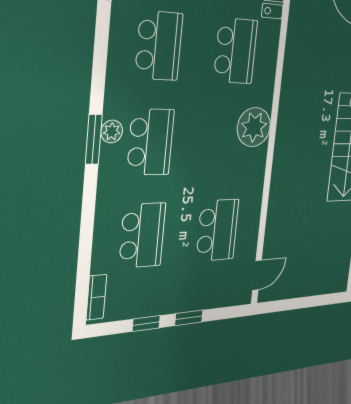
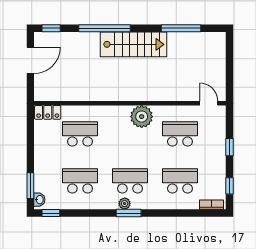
plant: (254, 127) -> (142, 117), moved
window: (146, 323) -> (230, 186), moved

